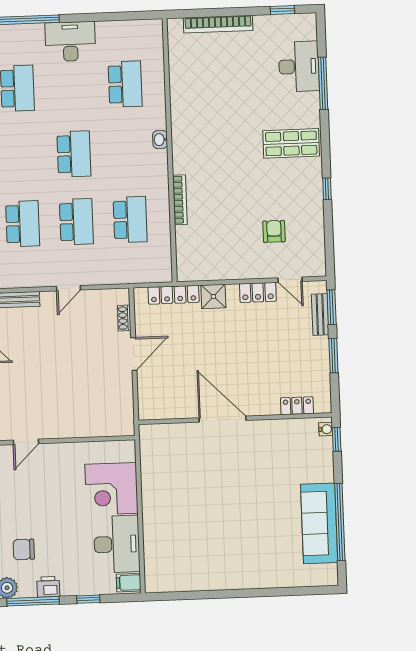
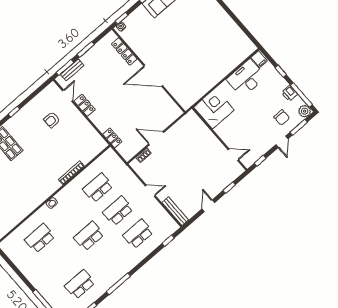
desk: (70, 41) -> (40, 278), removed
locker: (174, 295) -> (112, 138), width x0.66
shower: (213, 296) -> (102, 124), removed
locker: (297, 406) -> (124, 51), width x1.53
door: (223, 419) -> (153, 76), hinge flipped
corner desk: (111, 489) -> (214, 109), moved, turned -90

